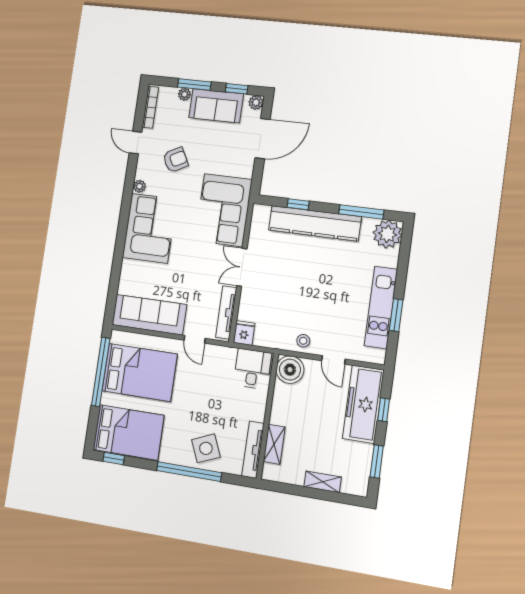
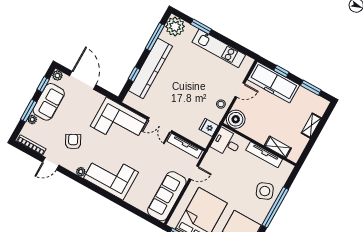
window: (396, 315) -> (201, 27), moved
fridge: (244, 333) -> (209, 127), moved
tv unit: (253, 450) -> (264, 155), moved

